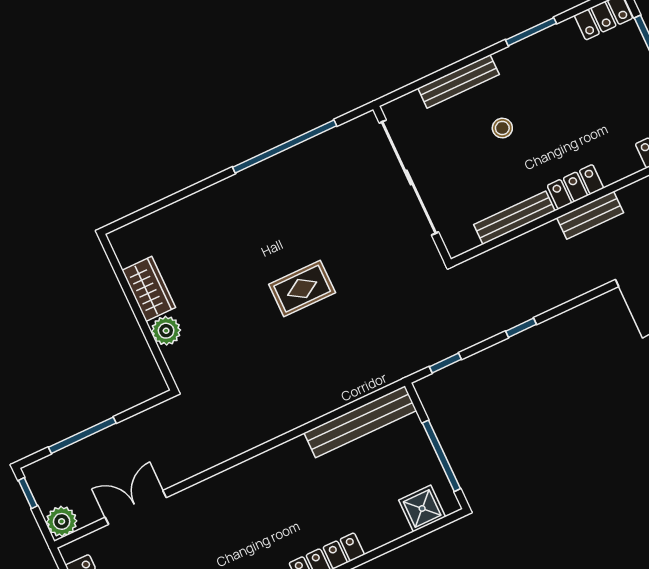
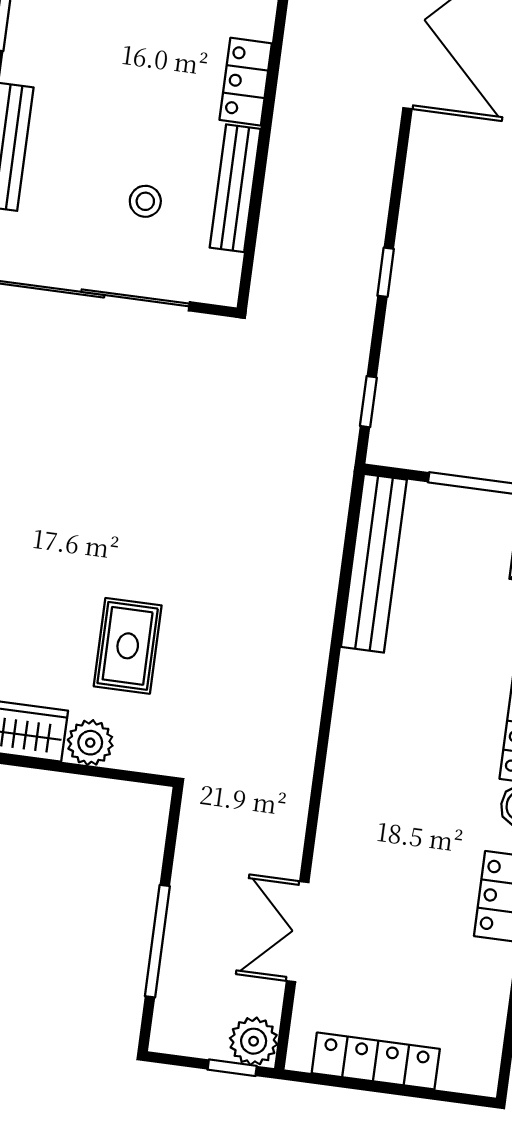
stool: (502, 128) -> (145, 201), moved
bench: (590, 215) -> (296, 86), removed
rug: (302, 289) -> (128, 646), moved
window: (28, 493) -> (232, 1068), moved

